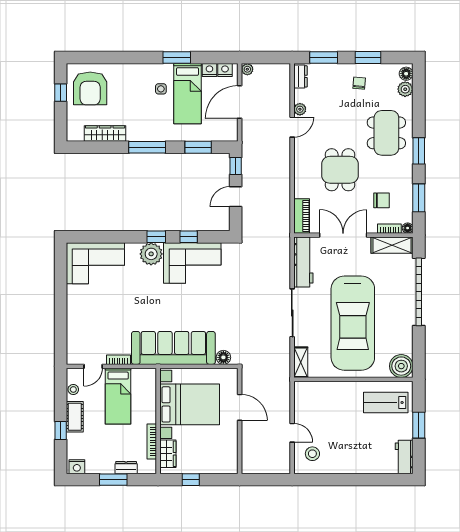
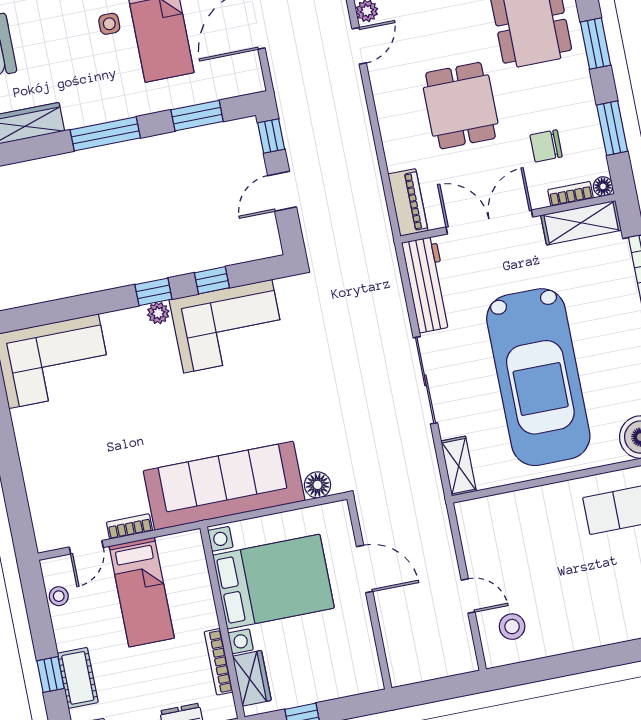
chair: (381, 200) -> (546, 146), turned 180
plant: (151, 254) -> (158, 313), width x0.53, depth x0.53
cot: (75, 417) -> (78, 678), moved

